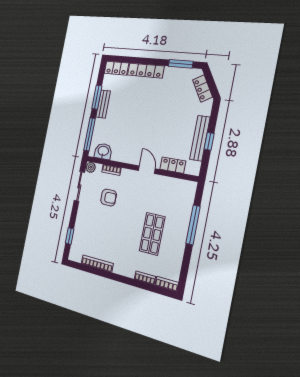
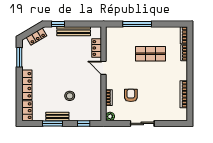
stool: (123, 122) -> (70, 96), added
window: (90, 134) -> (84, 123), width x0.46
window: (209, 141) -> (58, 24), moved
washbasin: (103, 151) -> (95, 108), removed
door: (147, 170) -> (104, 68), hinge flipped
sliding door: (79, 186) -> (142, 123), moved
window: (70, 236) -> (168, 123), removed

